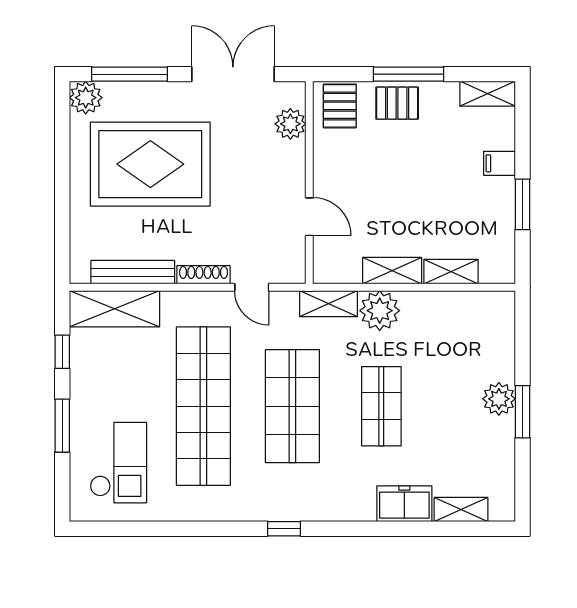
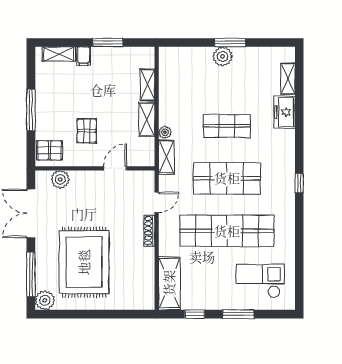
shelving: (488, 94) -> (59, 54), moved, turned 90
pallet: (397, 103) -> (87, 131), moved
bench: (133, 272) -> (148, 273), removed
plant: (380, 311) -> (165, 132), width x0.53, depth x0.53

